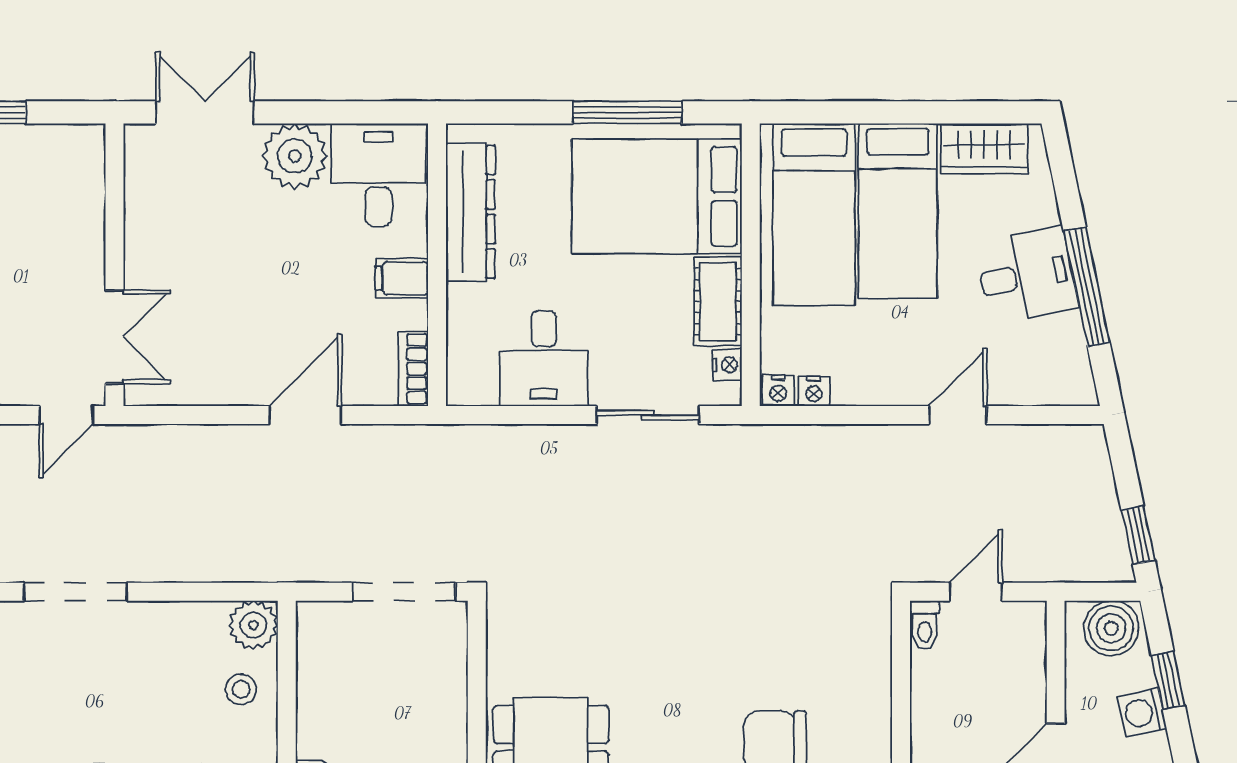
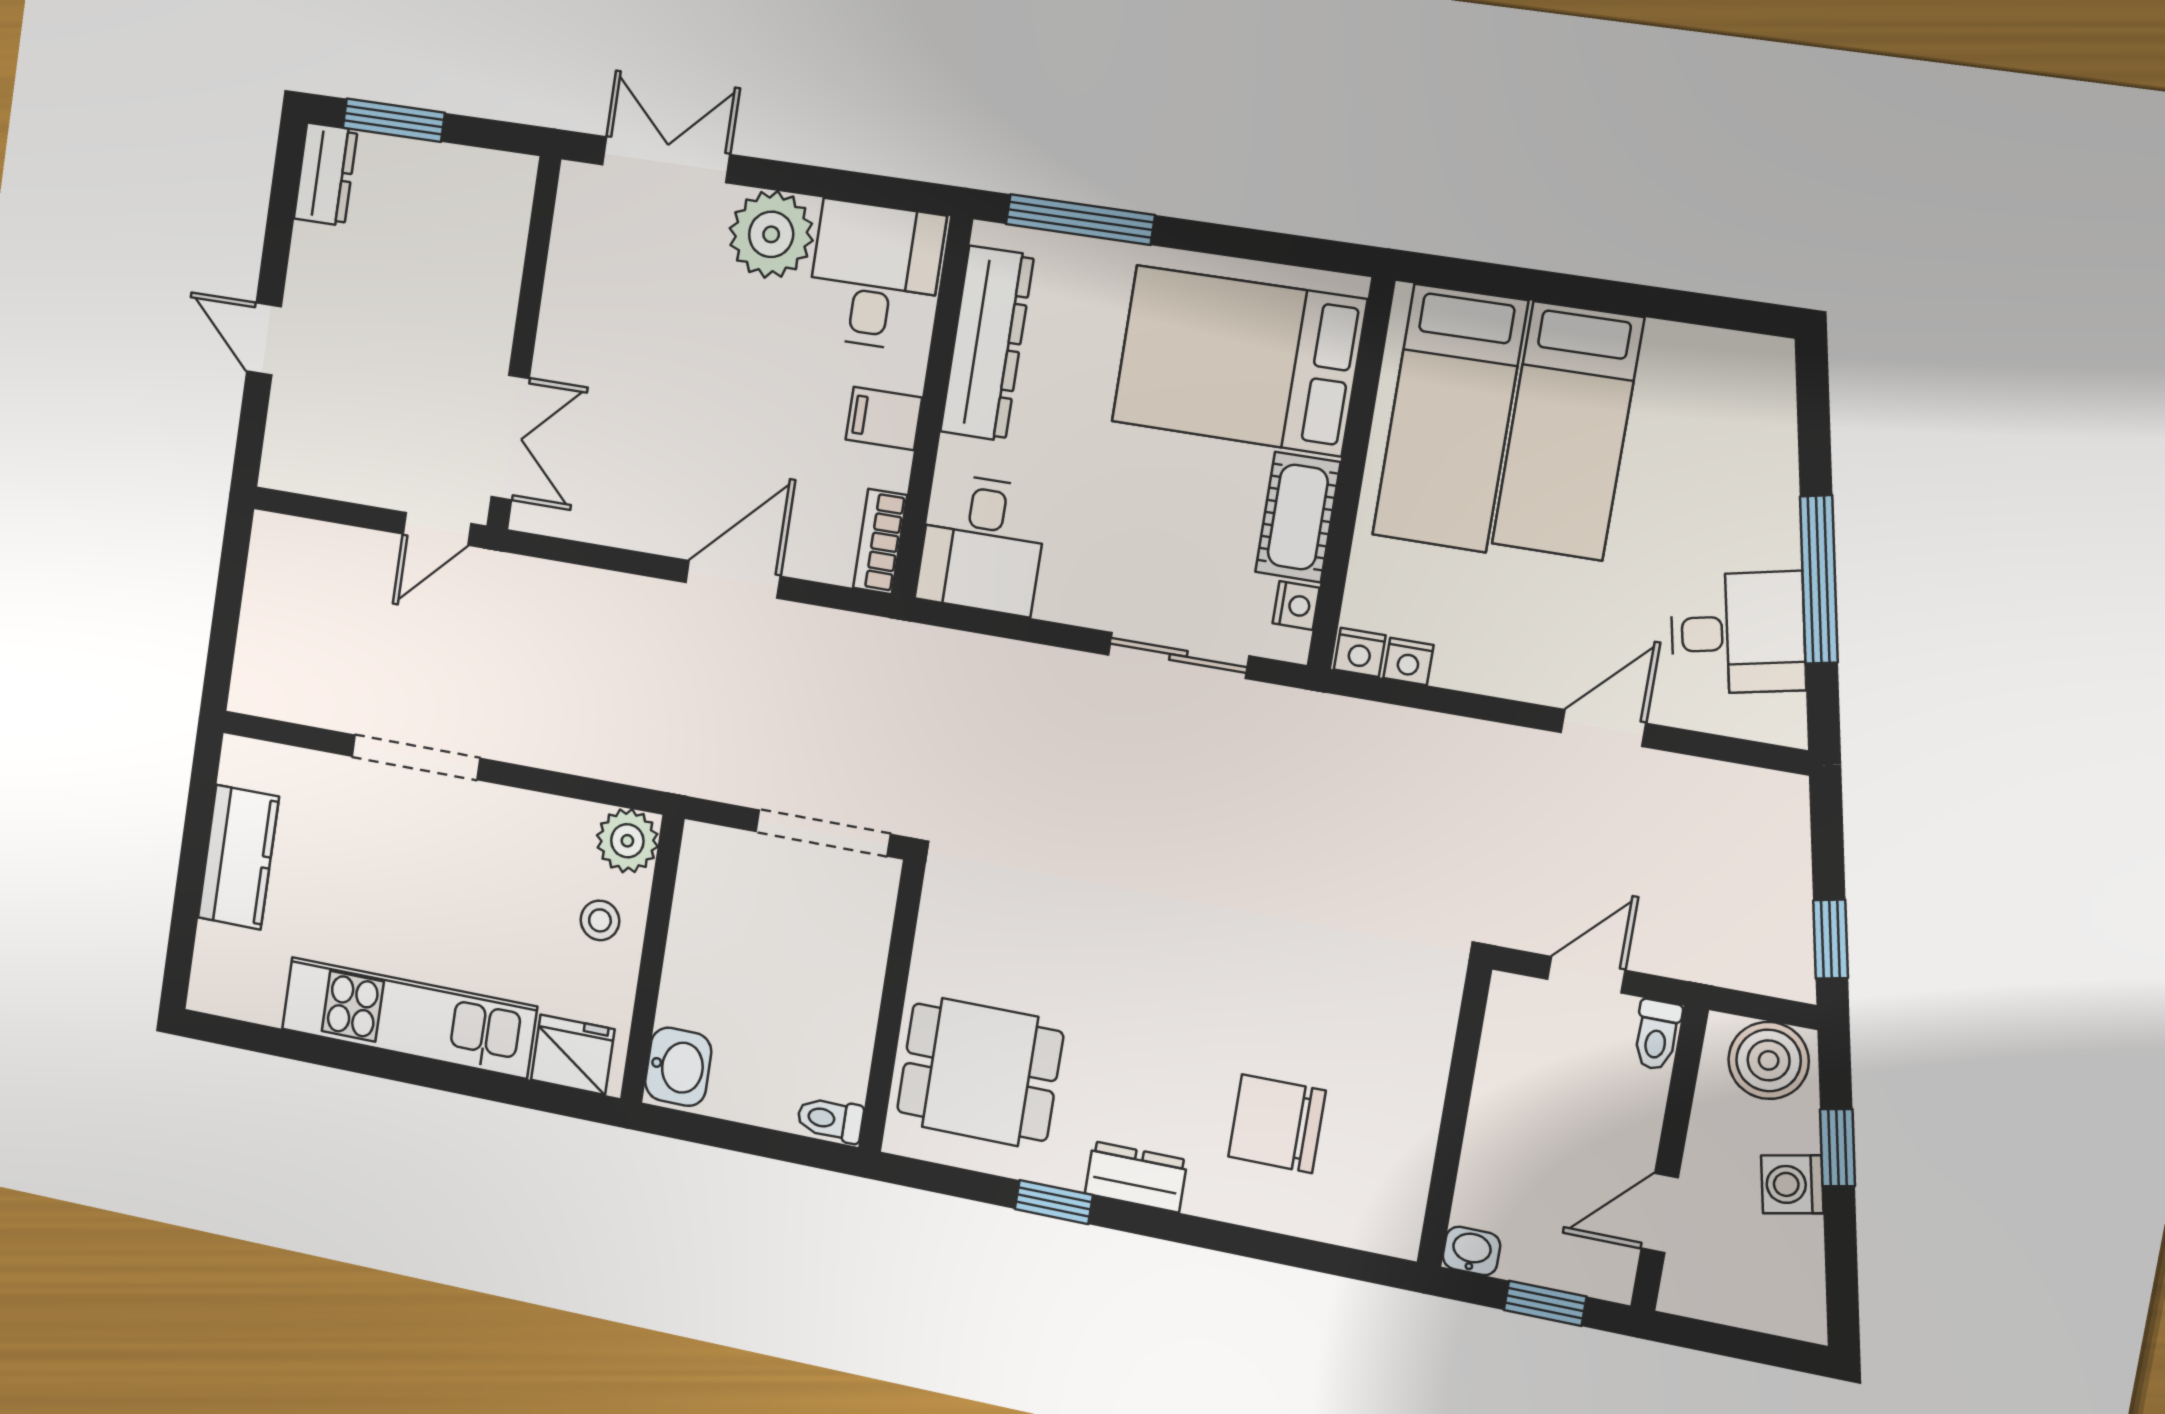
window: (627, 112) -> (1080, 219), moved
wardrobe: (984, 149) -> (1706, 363), removed
desk: (1027, 276) -> (1738, 633), moved
desk: (544, 358) -> (982, 544), moved
toilet: (925, 625) -> (1657, 1035), moved

